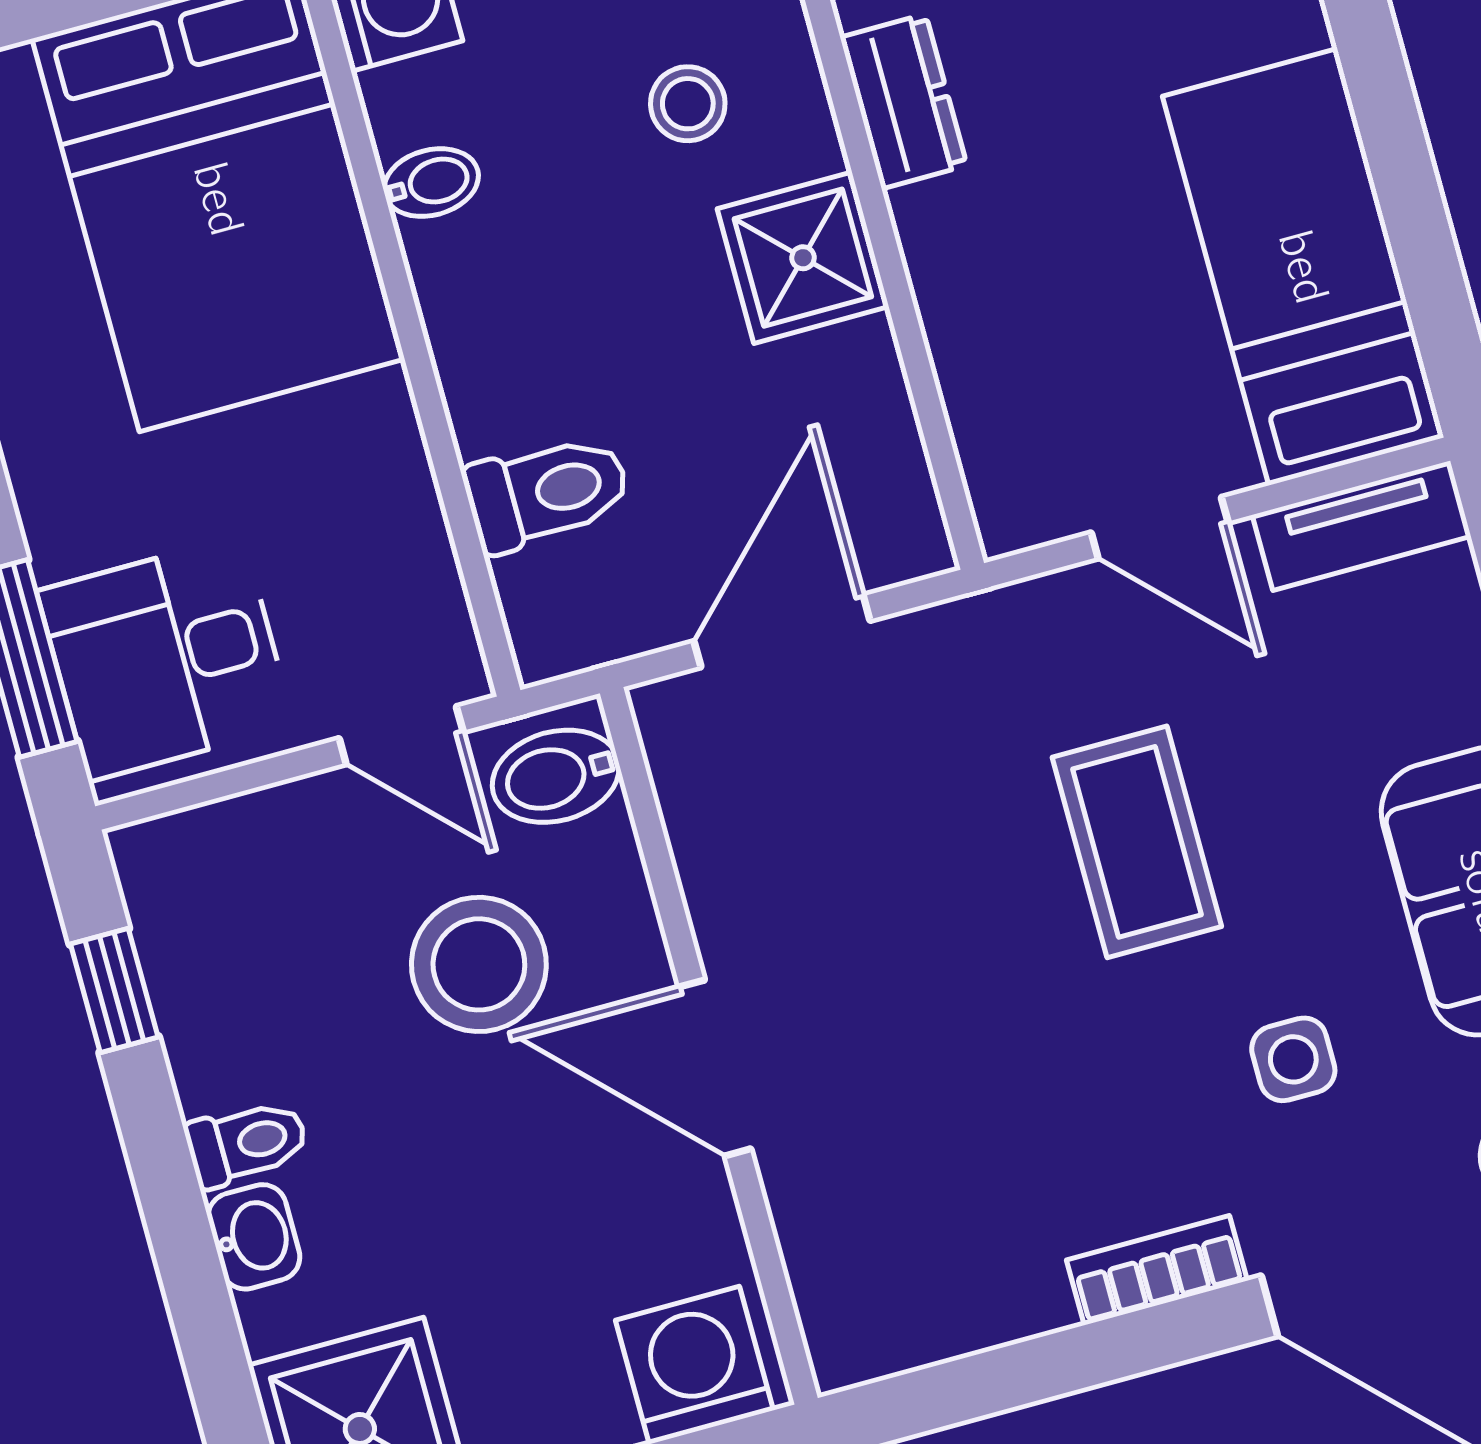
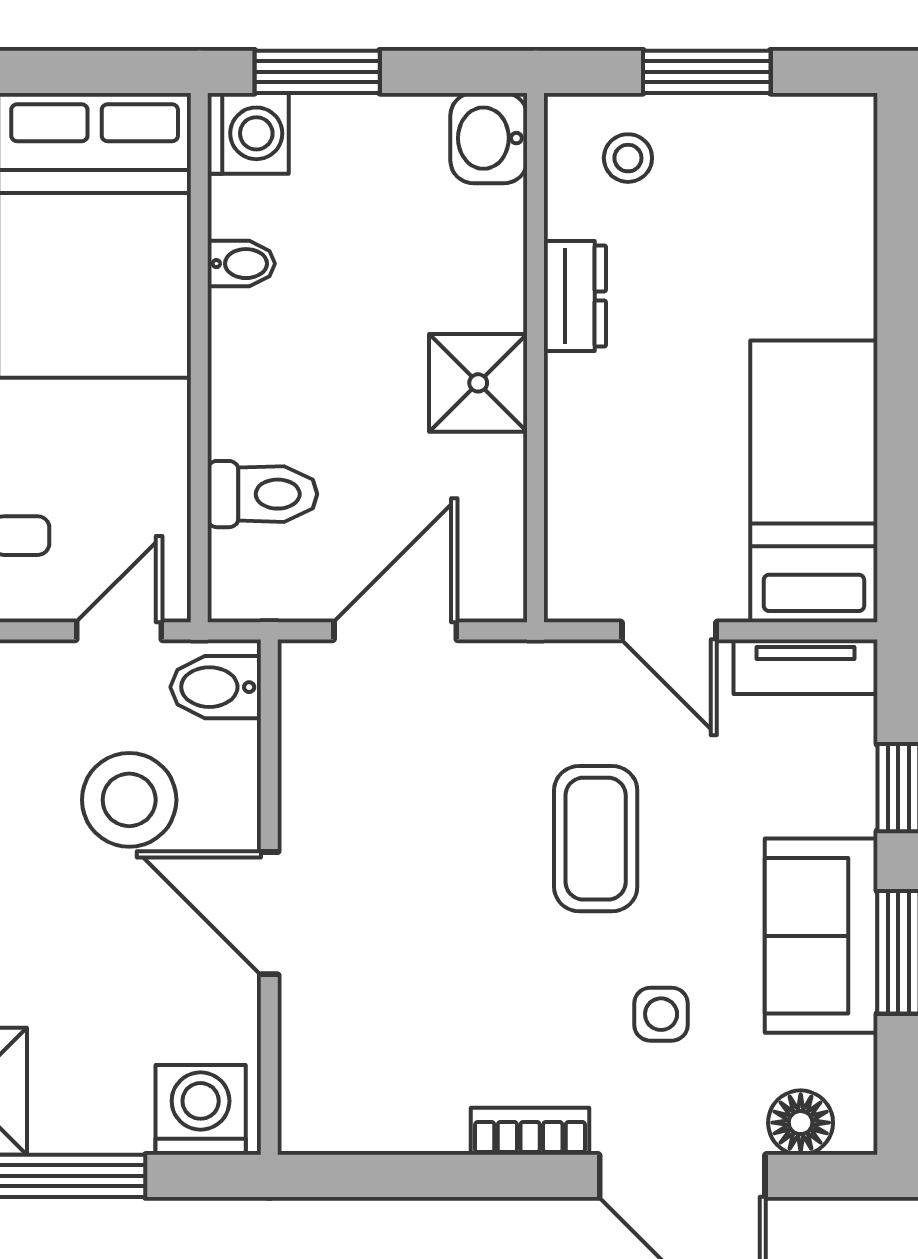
stool: (688, 104) -> (429, 258), removed
door: (401, 735) -> (119, 631), swing flipped

